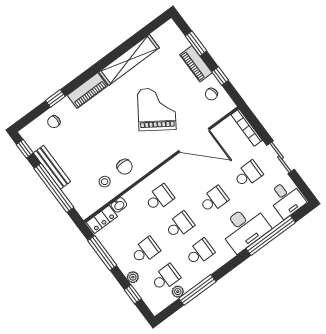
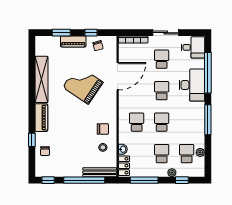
bench: (52, 167) -> (100, 172), moved
school desk: (200, 252) -> (187, 122), removed
window: (197, 290) -> (208, 120), moved

